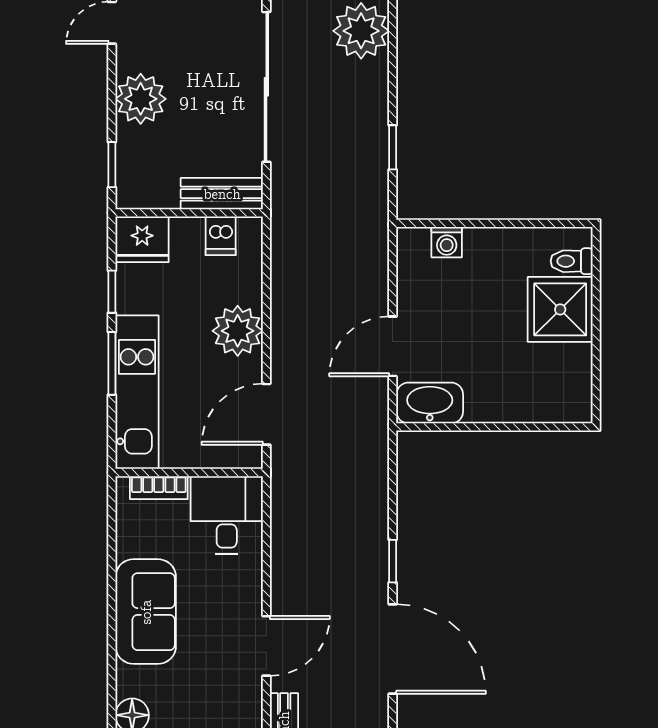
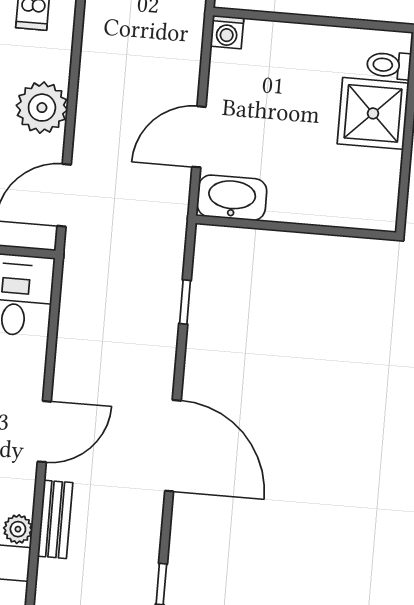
washing machine: (447, 242) -> (227, 32), moved
window: (393, 561) -> (185, 302), moved

